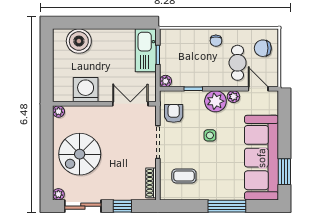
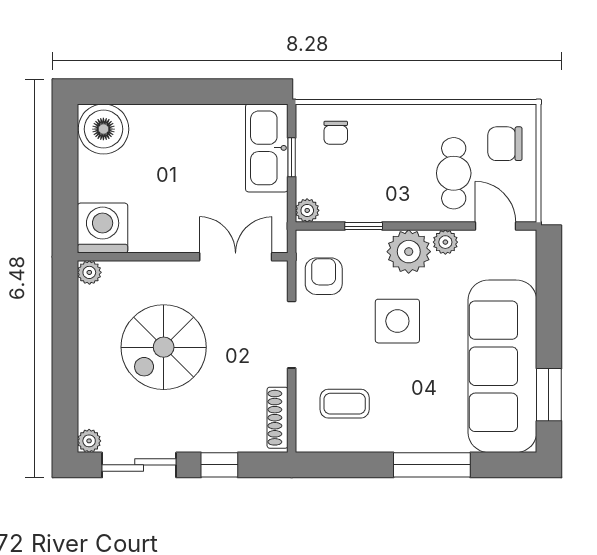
boiler: (79, 41) -> (103, 129), moved
chair: (216, 41) -> (336, 133), moved
washing machine: (86, 90) -> (103, 228), moved
side table: (210, 135) -> (397, 321), width x1.87, depth x1.87
spiral stairs: (80, 154) -> (164, 347), moved

